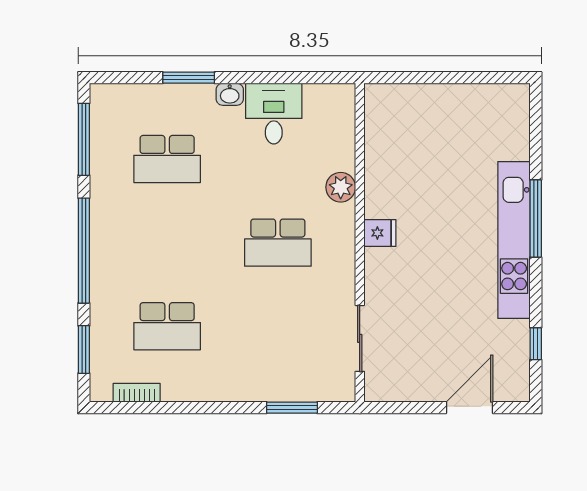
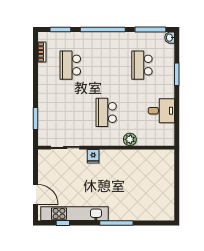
washbasin: (230, 94) -> (170, 38), moved
fridge: (380, 233) -> (93, 156), moved
kitchen unit: (514, 240) -> (74, 214), moved

